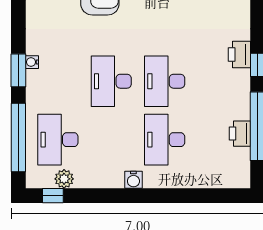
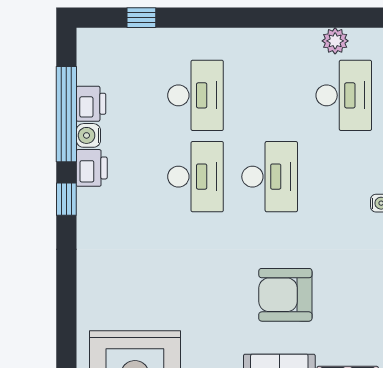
printer: (239, 55) -> (92, 168), moved
water cooler: (133, 180) -> (88, 135), moved, turned -90
window: (53, 196) -> (141, 18), moved

